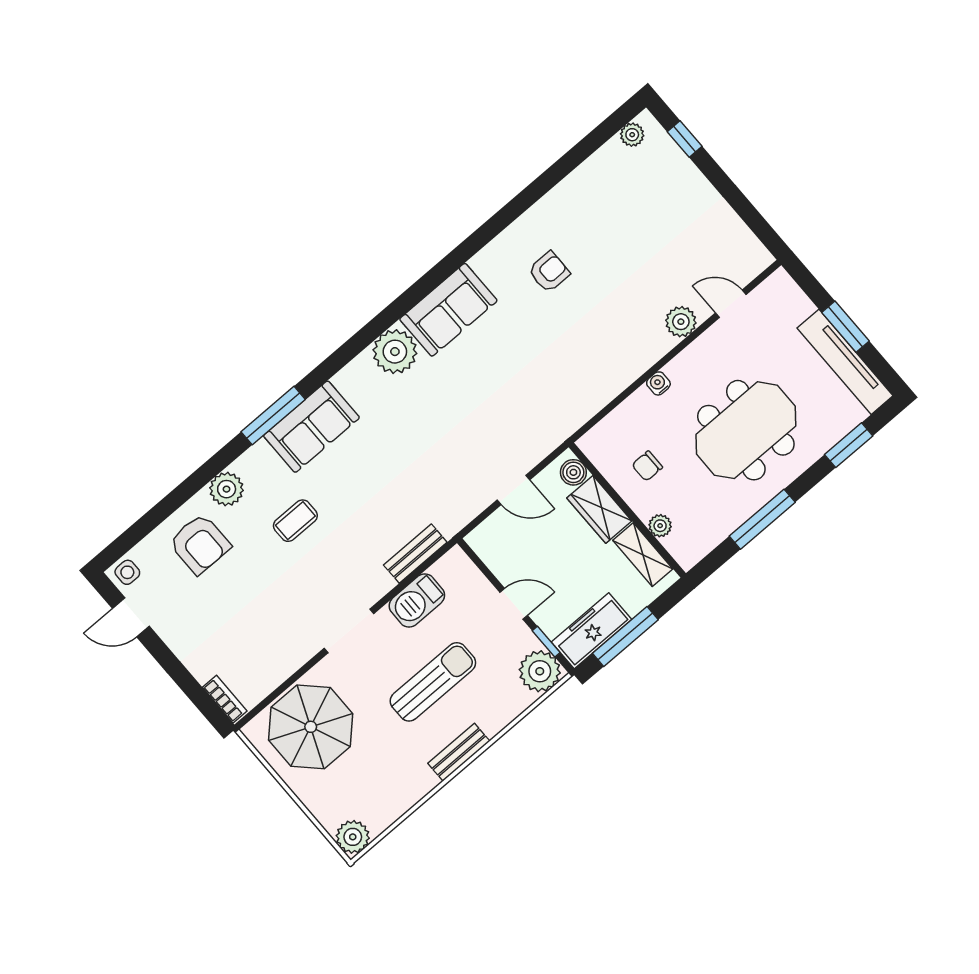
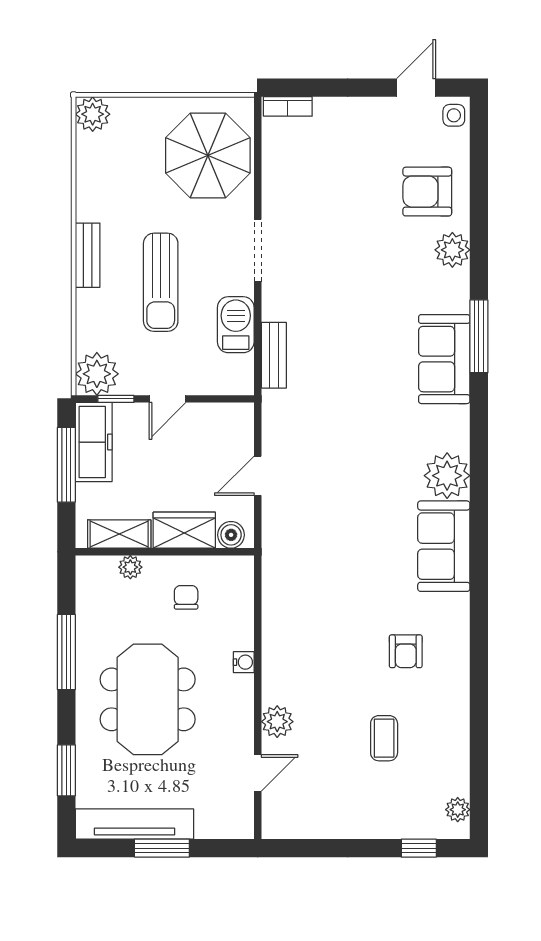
coffee table: (295, 521) -> (384, 738), moved

